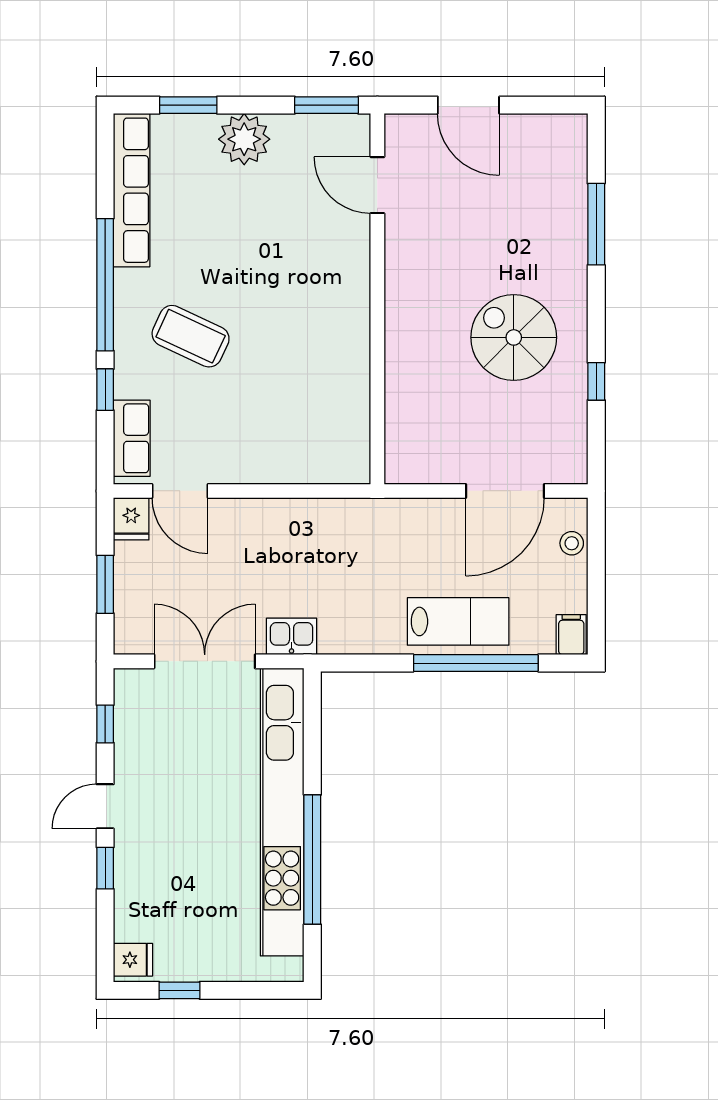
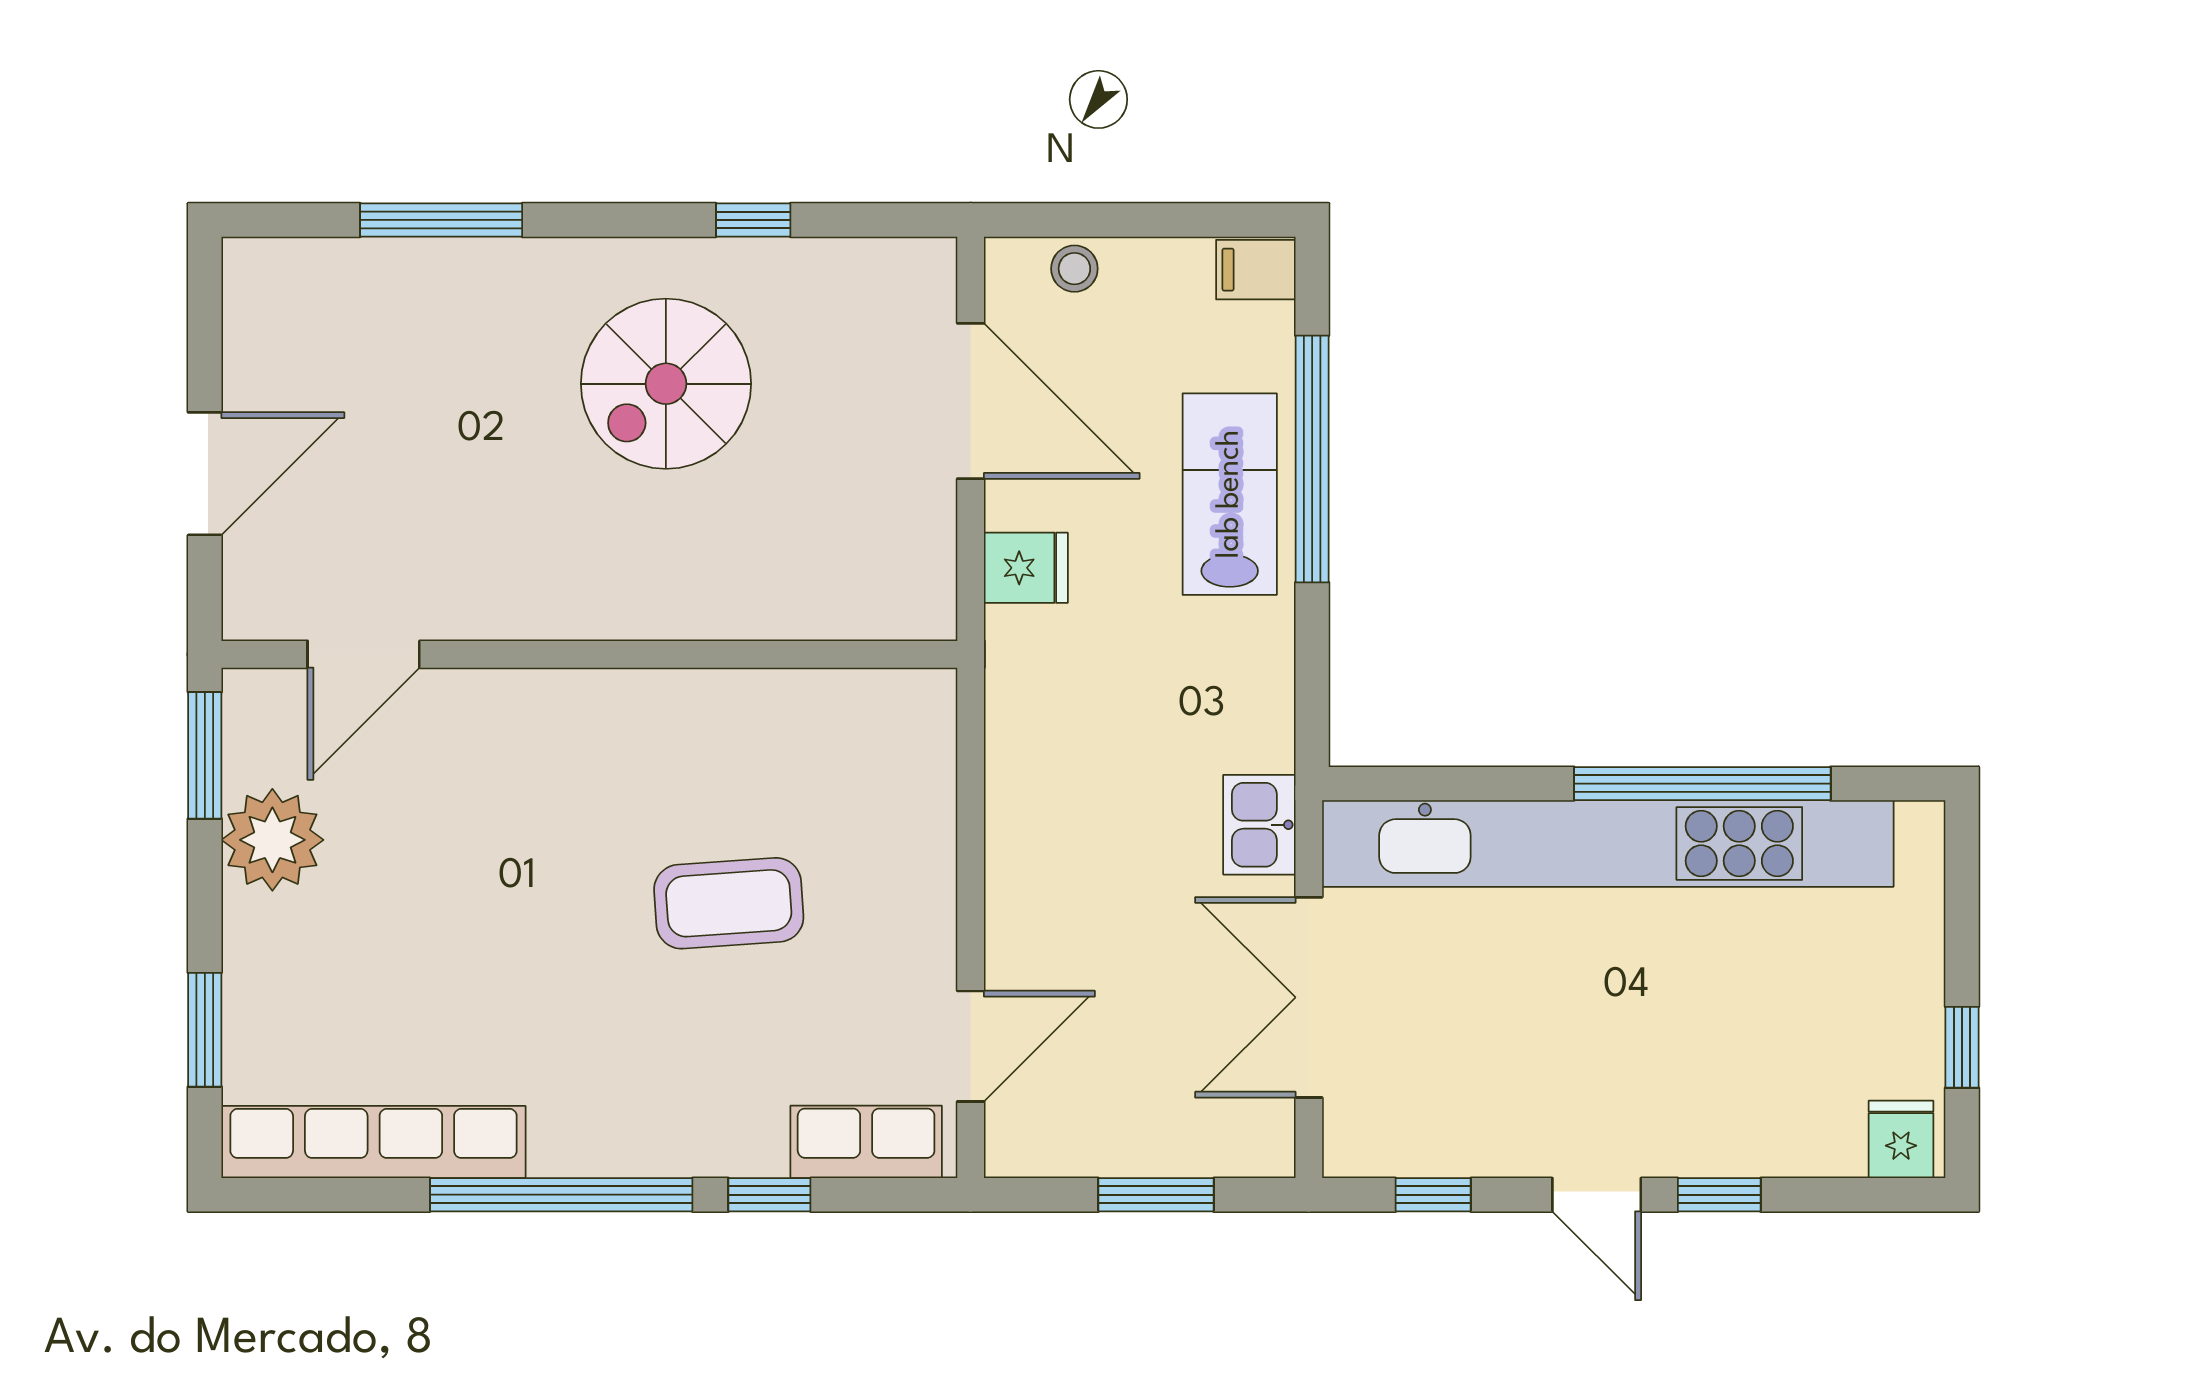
plant: (244, 139) -> (272, 840), moved
coffee table: (191, 336) -> (729, 903), moved, turned 61
fridge: (131, 519) -> (1026, 568), moved

